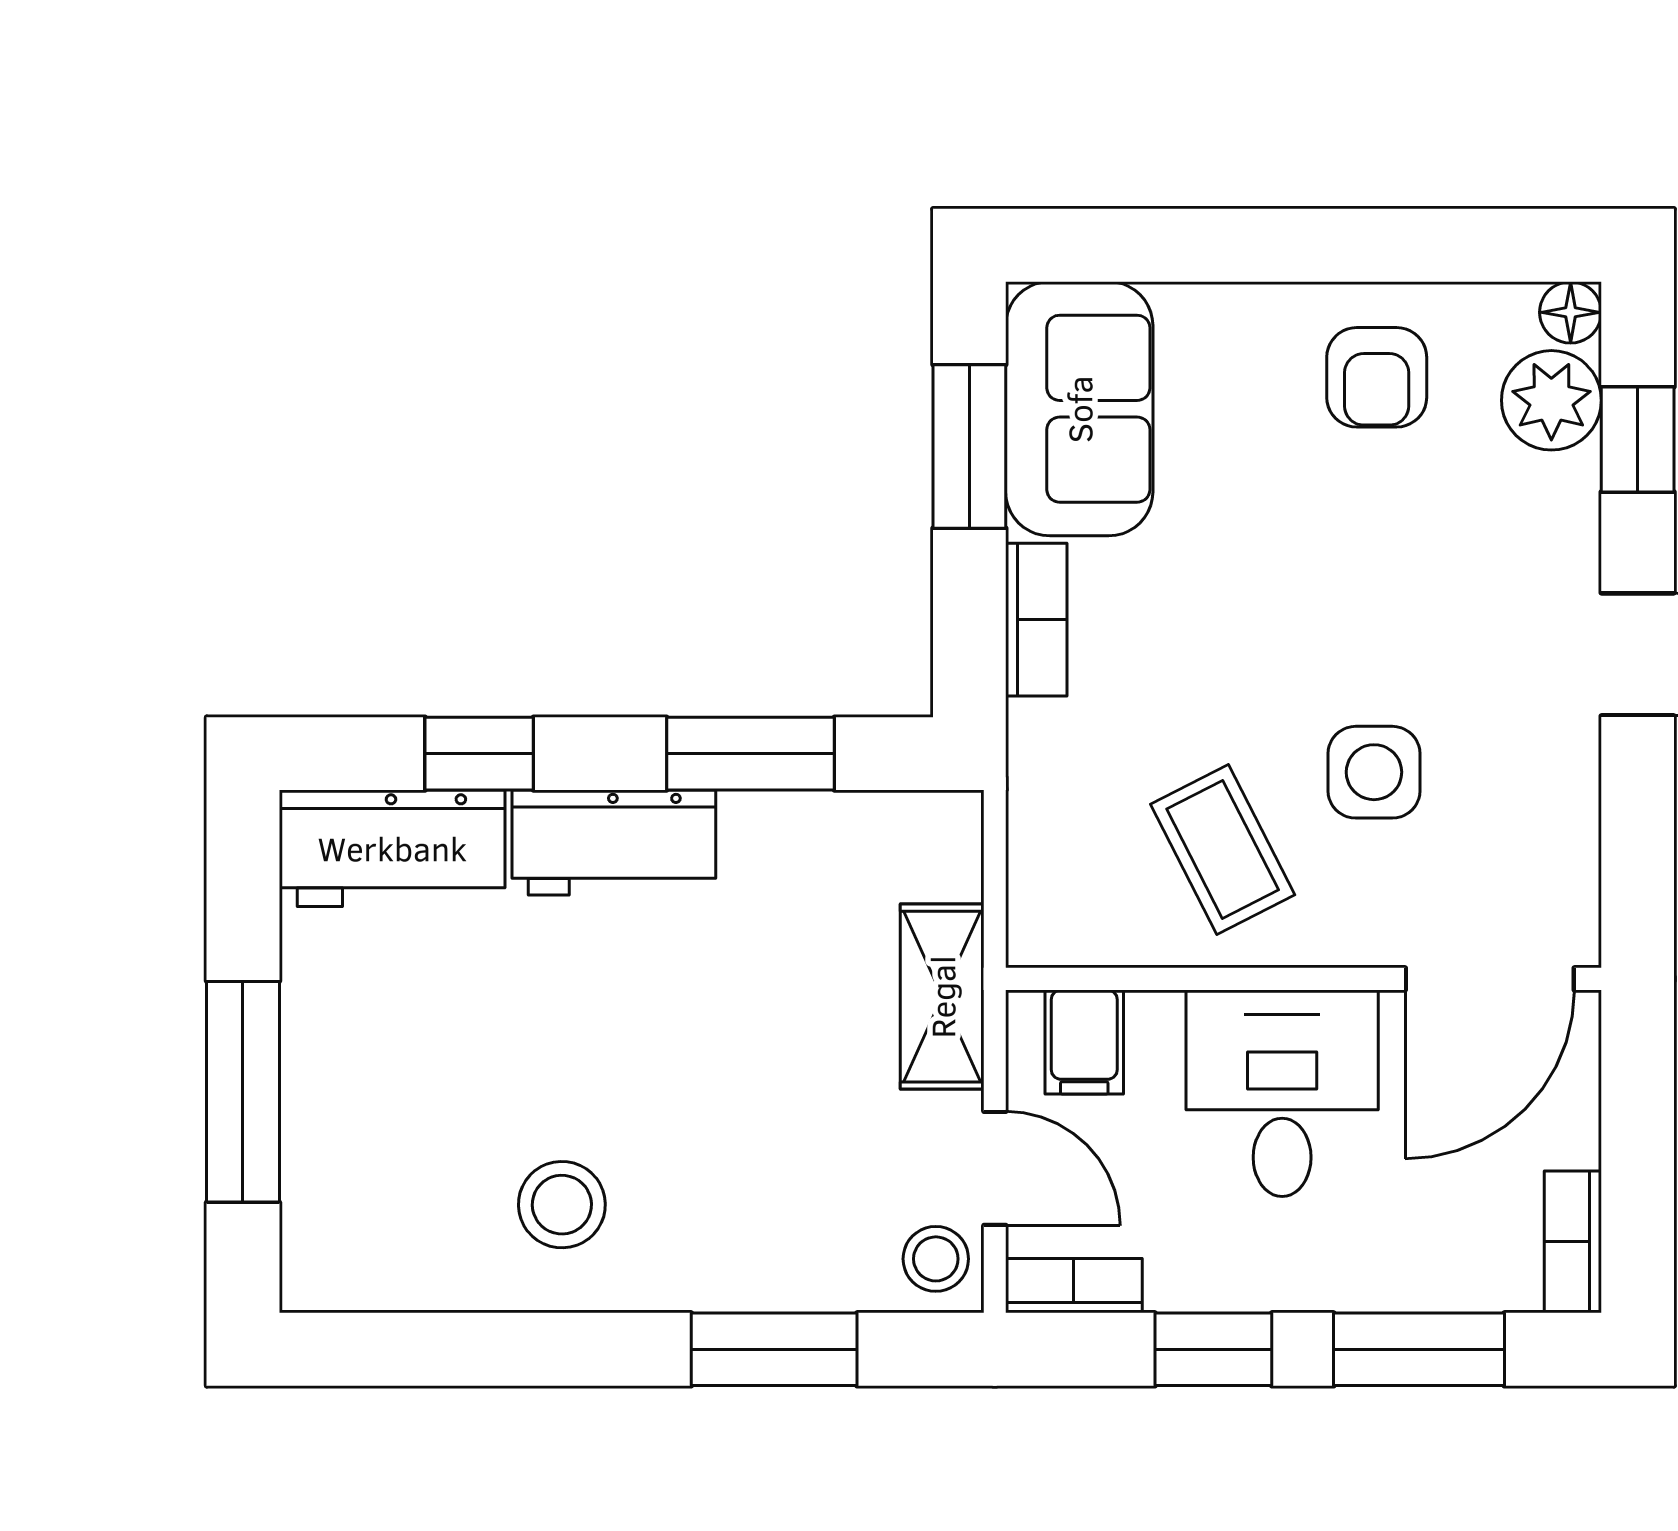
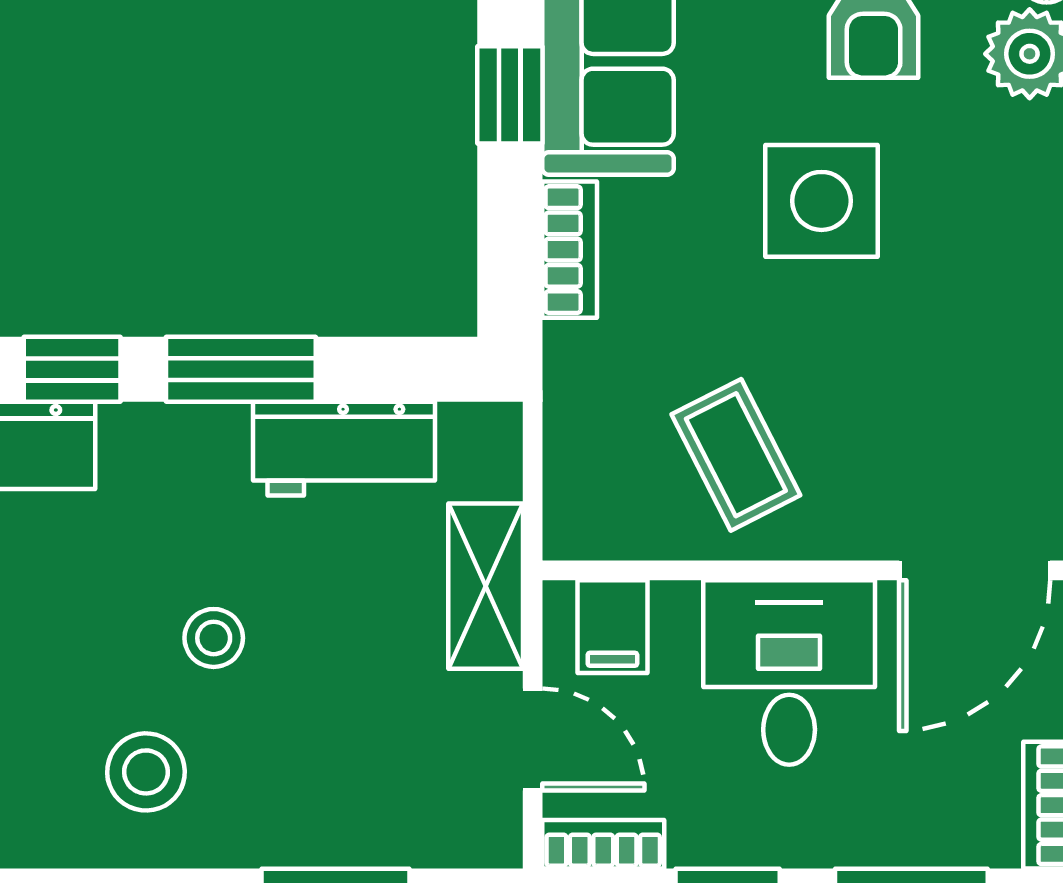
window: (969, 446) -> (510, 95), width x0.67
window: (751, 754) -> (241, 369), moved
side table: (1374, 772) -> (821, 201), moved, width x1.37, depth x1.37
workbench: (614, 843) -> (344, 449), moved
stool: (936, 1259) -> (214, 638), moved

